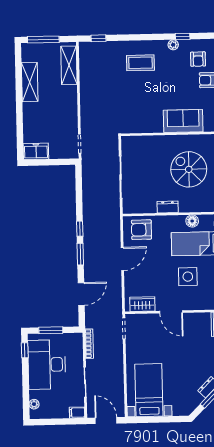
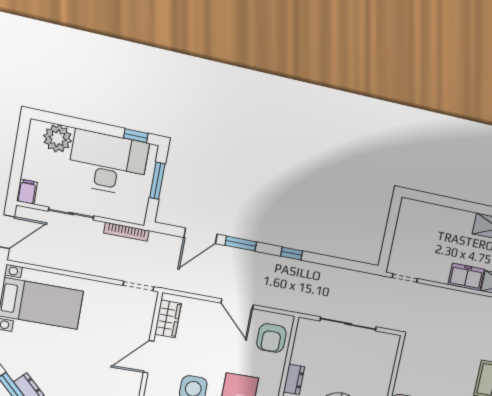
freezer: (36, 151) -> (466, 277), moved, turned -90
armchair: (141, 230) -> (271, 338), turned 180
window: (80, 254) -> (241, 244), moved
door: (81, 294) -> (200, 236), hinge flipped
plant: (34, 404) -> (58, 138), width x1.88, depth x1.88

